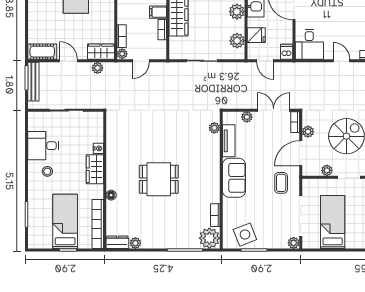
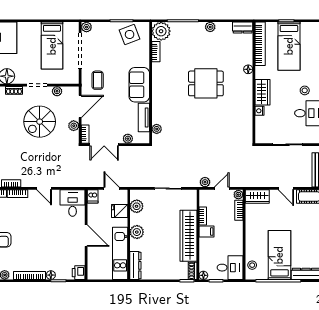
plant: (97, 68) -> (205, 182), moved
plant: (135, 243) -> (210, 27), moved

